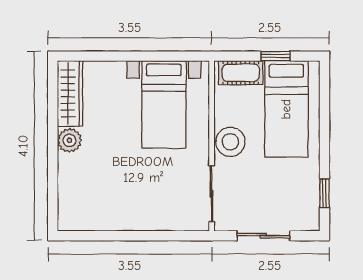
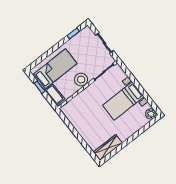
bed with nightstands: (164, 104) -> (123, 101), moved, turned 180
plant: (69, 140) -> (151, 114), moved

